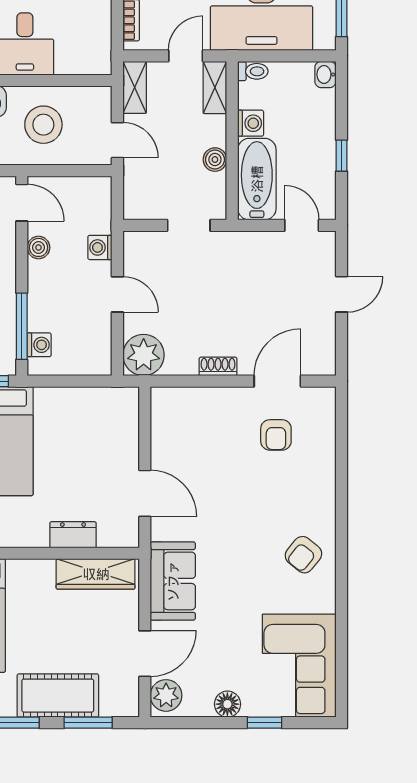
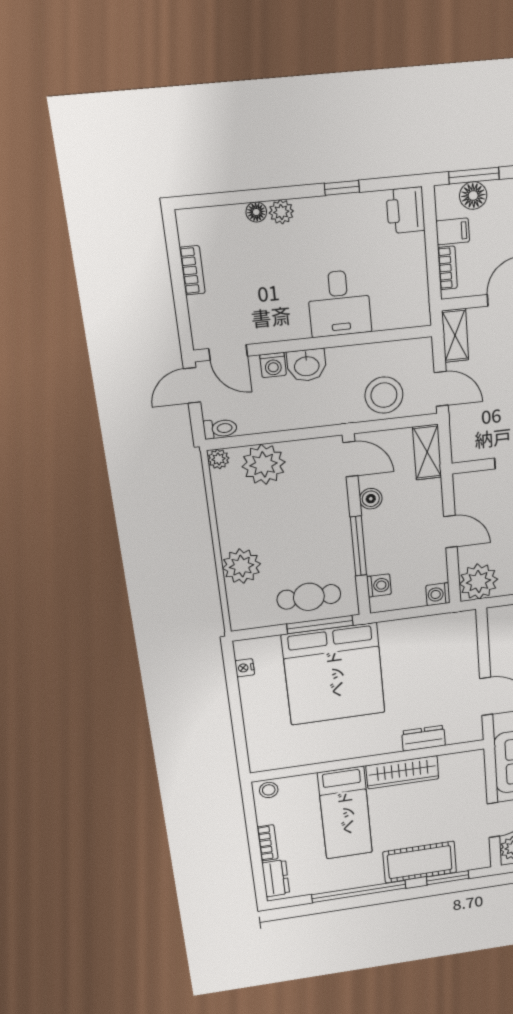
stool: (43, 125) -> (384, 395), moved
shelving: (99, 205) -> (427, 452), added
washing machine: (100, 247) -> (438, 594), moved
window: (22, 326) -> (359, 546), moved
wardrobe: (96, 574) -> (402, 772), moved

